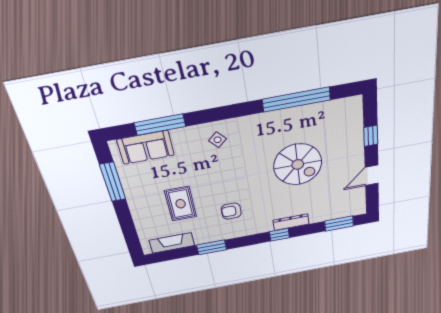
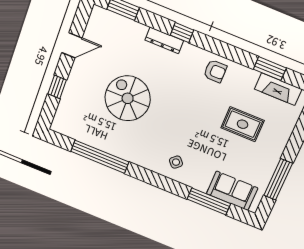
rug: (181, 204) -> (243, 124), turned 90
armchair: (231, 211) -> (215, 71), moved
window: (212, 247) -> (270, 69), moved

